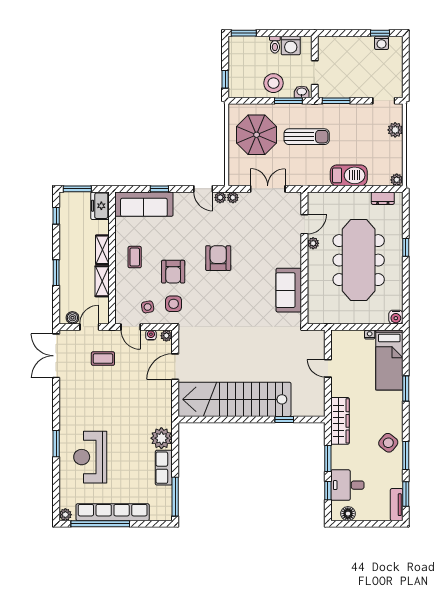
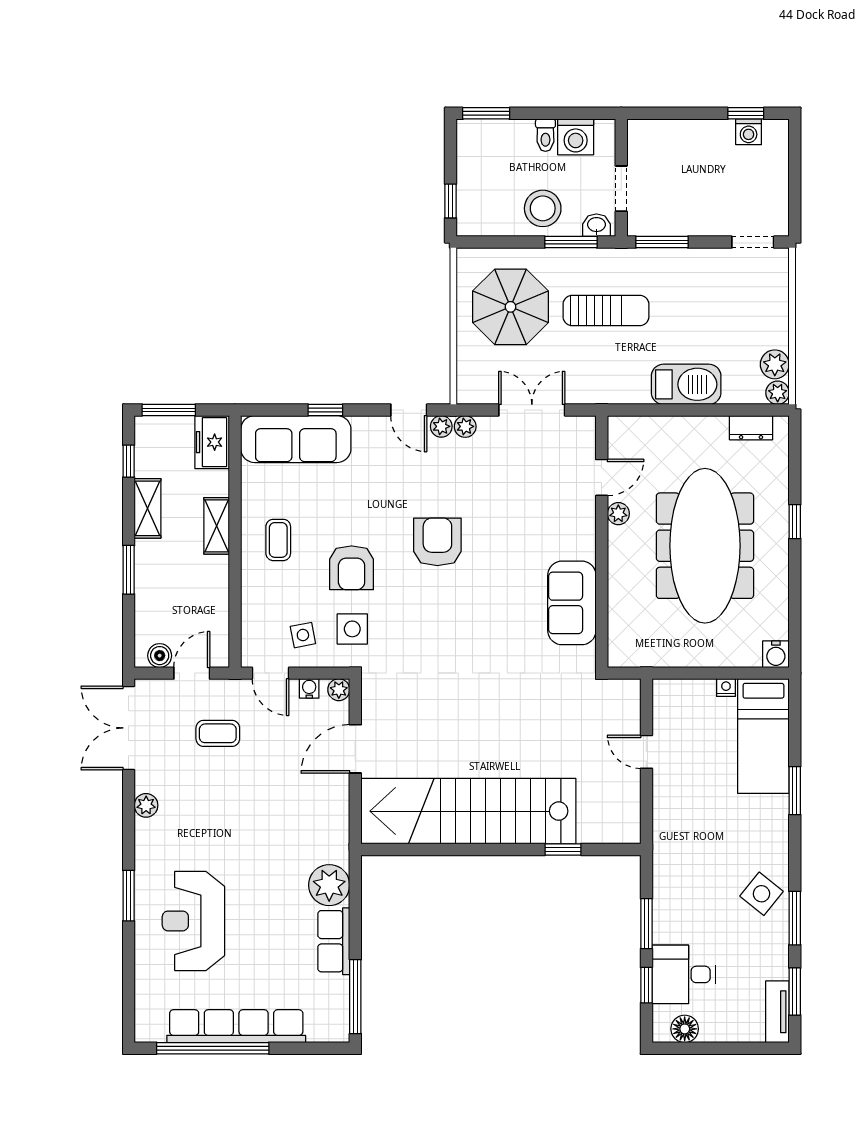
plant: (395, 130) -> (775, 364), moved
shelving: (102, 281) -> (148, 508), moved
wardrobe: (340, 421) -> (669, 852), removed
plant: (65, 515) -> (146, 805), moved

